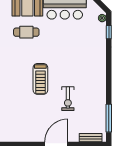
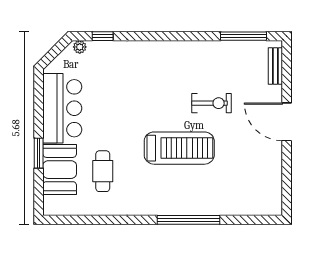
treadmill: (40, 79) -> (179, 148), width x1.37, depth x1.38

